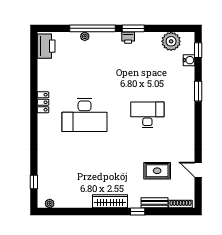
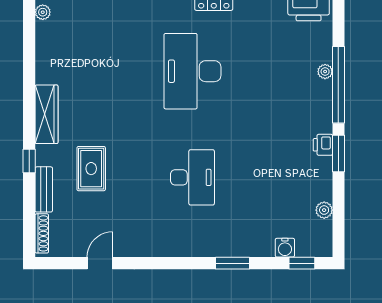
plant: (171, 41) -> (324, 210), width x0.53, depth x0.53
rug: (157, 171) -> (91, 169), moved

